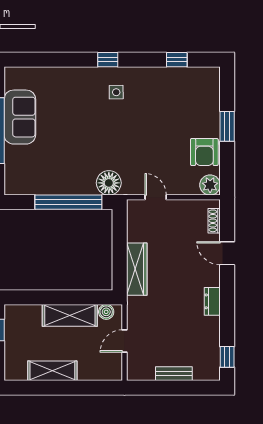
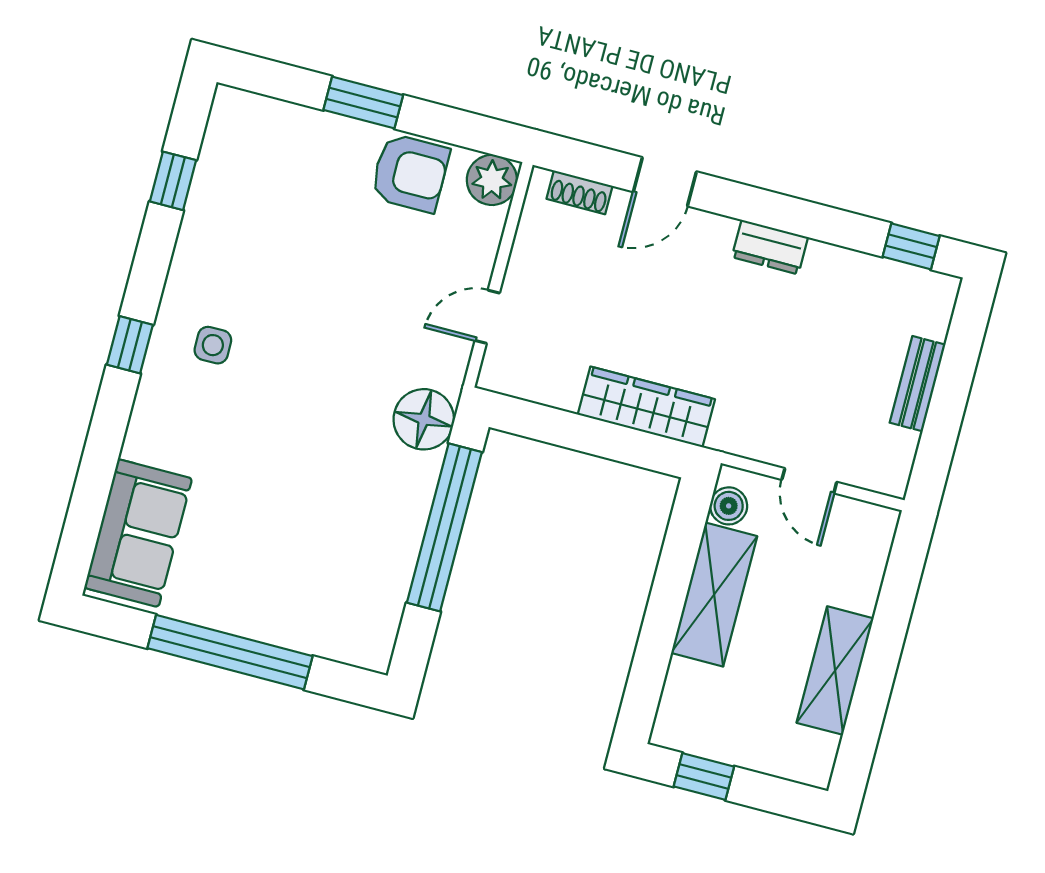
sofa: (20, 117) -> (138, 533), moved, turned 90

